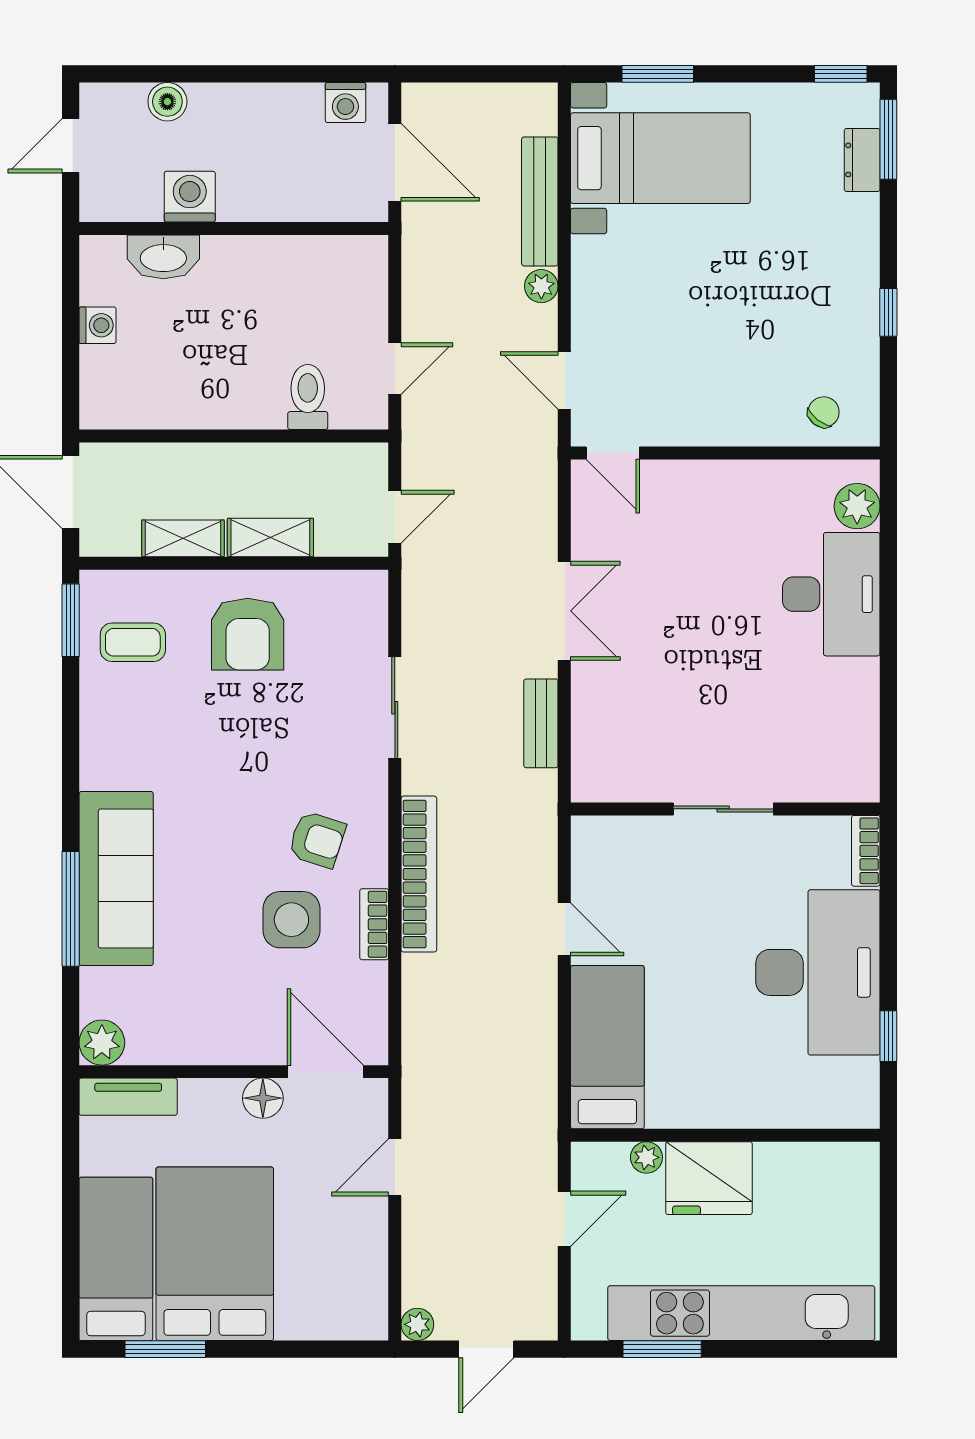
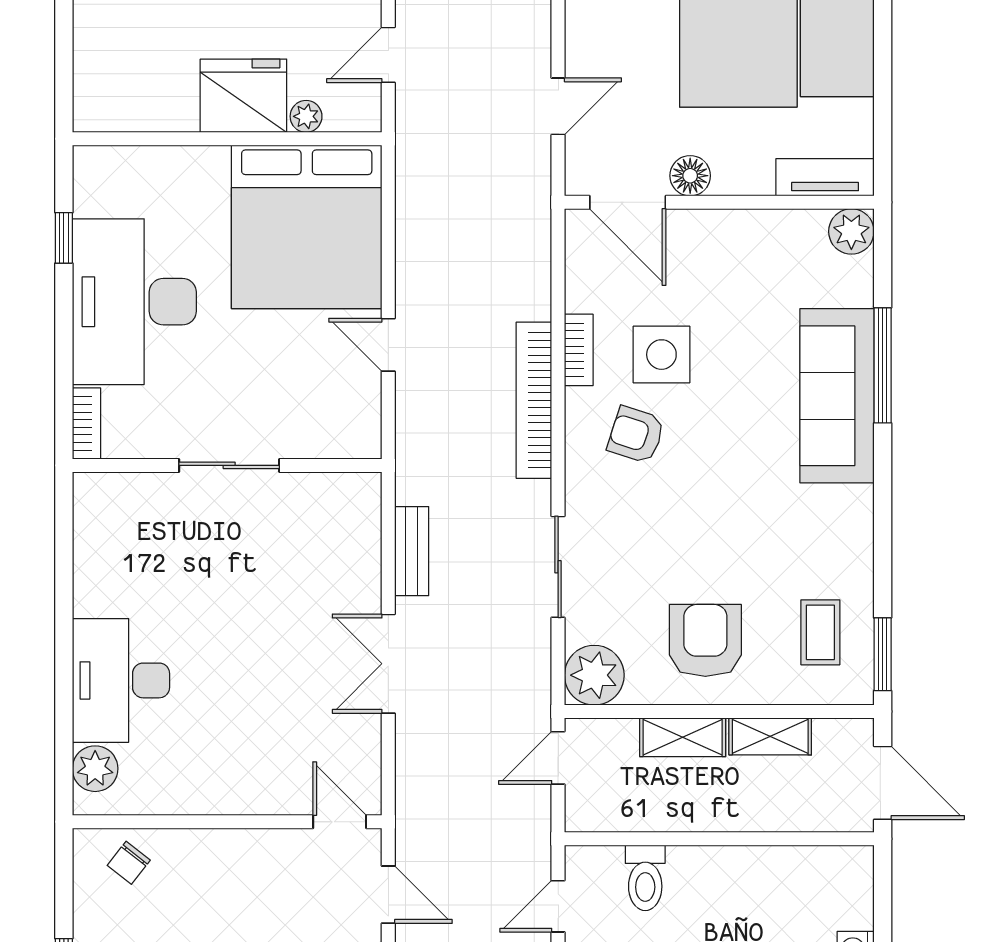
plant: (359, 599) -> (594, 675), added
coffee table: (133, 642) -> (820, 632), turned 90
bed: (607, 1047) -> (307, 227), width x2.04

